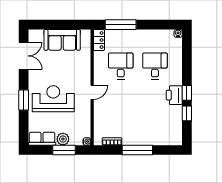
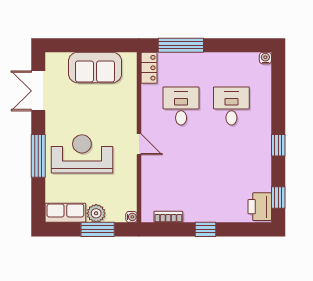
double door: (24, 56) -> (38, 91), swing flipped
door: (92, 92) -> (139, 144), hinge flipped
printer: (174, 95) -> (260, 207), moved
window: (24, 100) -> (38, 156), width x1.44
window: (187, 113) -> (278, 197), moved
window: (137, 150) -> (206, 229), width x0.46

